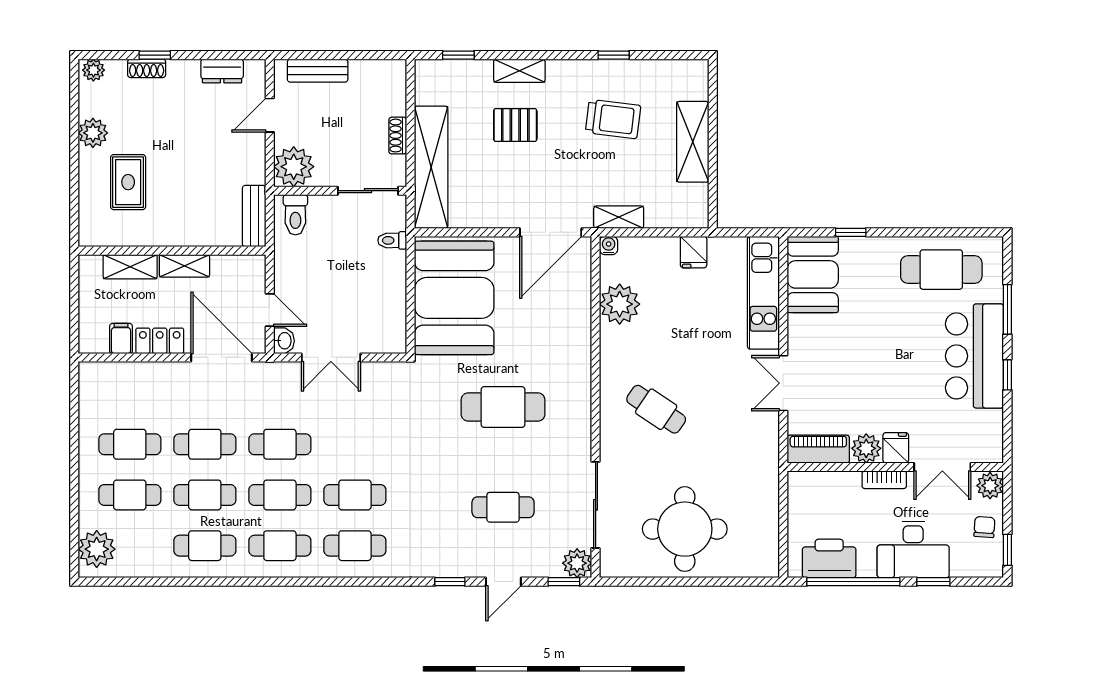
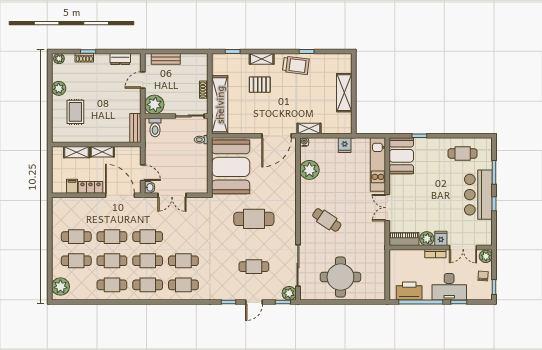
trolley: (613, 119) -> (296, 65), moved
cafe table: (941, 270) -> (463, 153), width x0.73, depth x0.74

